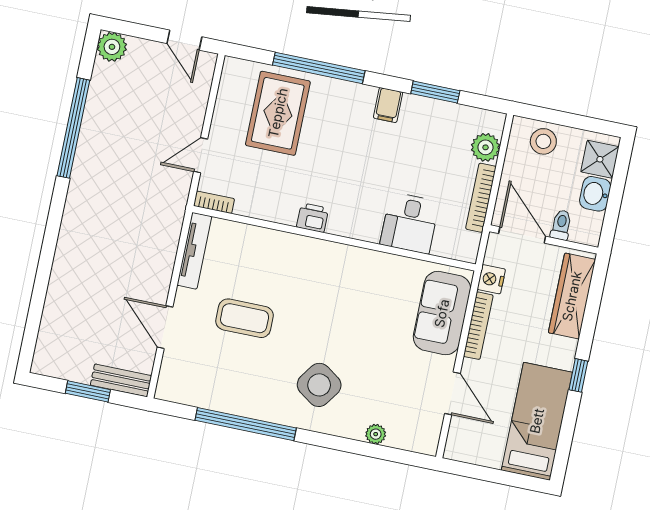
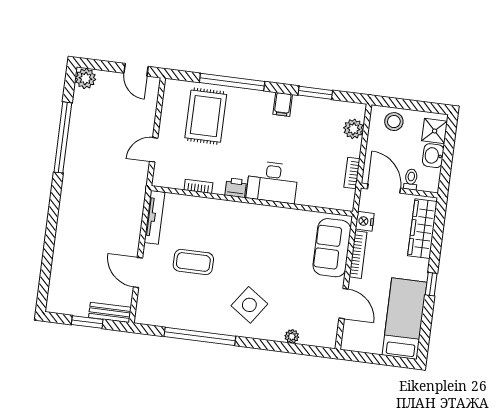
bookcase: (481, 198) -> (352, 173), width x0.64
bookcase: (214, 202) -> (198, 186), moved
desk: (410, 223) -> (272, 182), moved, width x1.37

